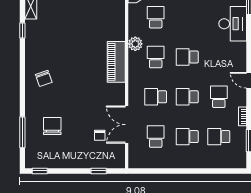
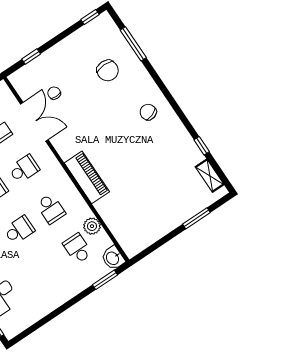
school desk: (156, 17) -> (77, 248), turned 180
plant: (135, 44) -> (92, 226), moved

